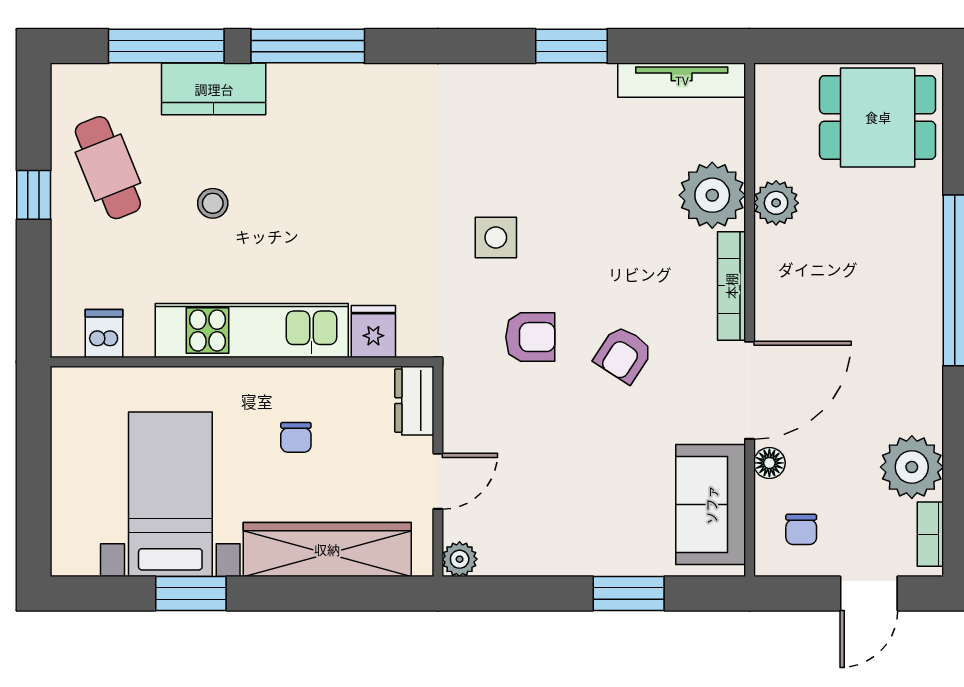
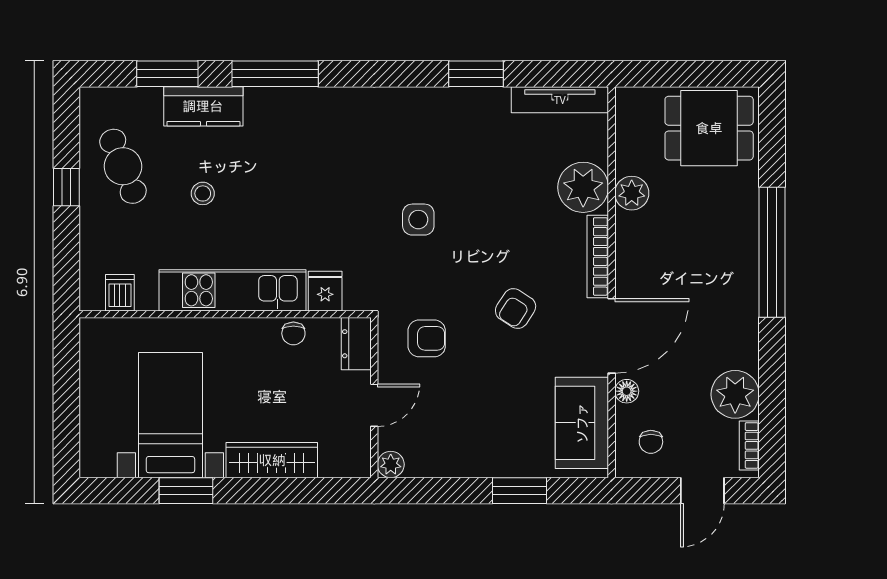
window: (166, 46) -> (167, 74), width x0.69
armchair: (530, 337) -> (427, 338), moved
chair: (296, 437) -> (293, 333), moved
wardrobe: (327, 549) -> (272, 460), width x0.71, depth x0.85

